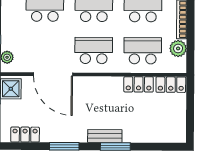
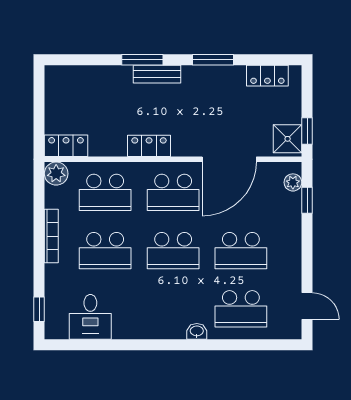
plant: (178, 48) -> (56, 174), moved
door: (53, 74) -> (229, 159), swing flipped
locker: (139, 84) -> (149, 146), moved

